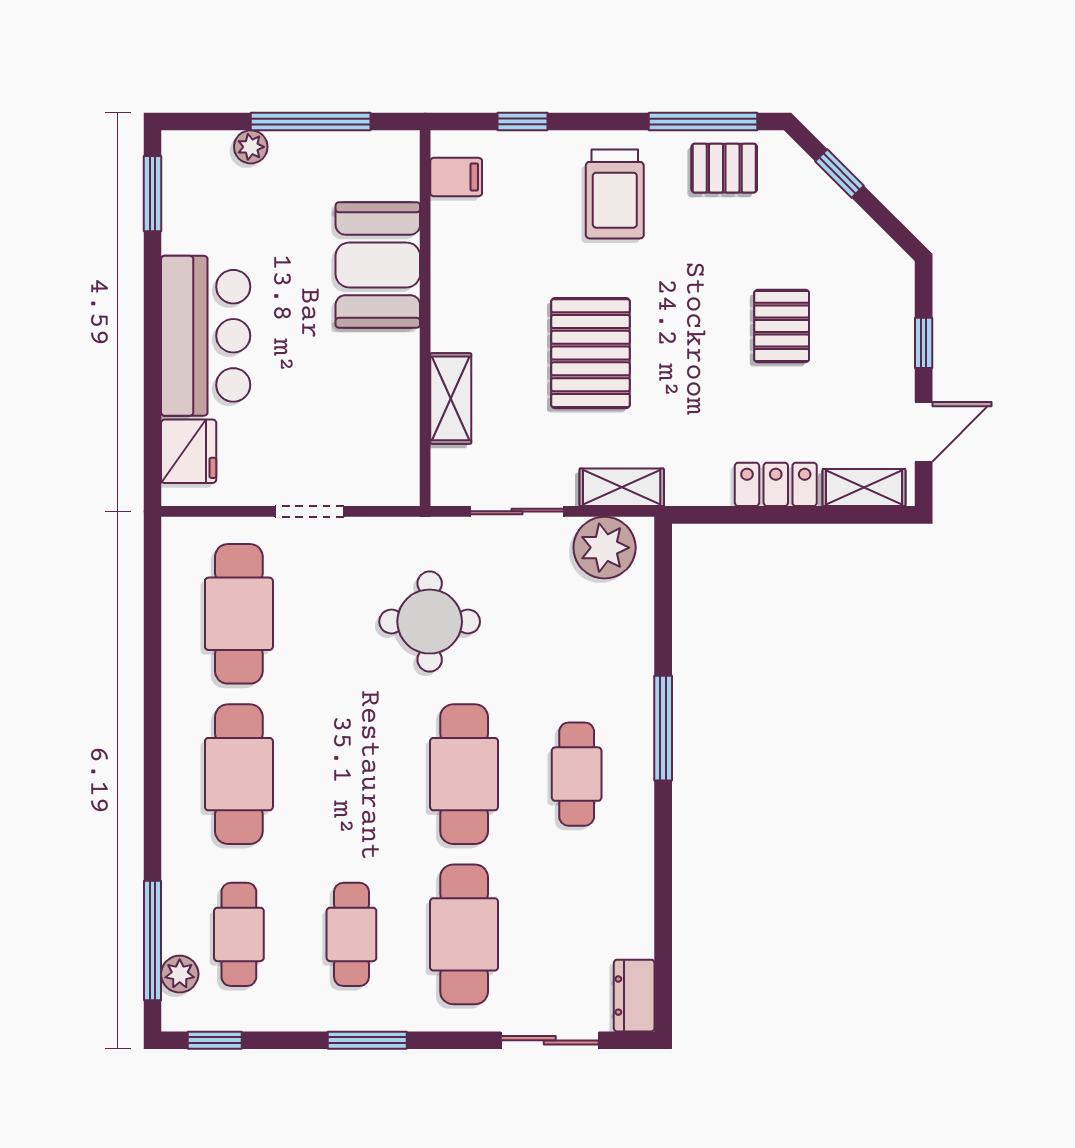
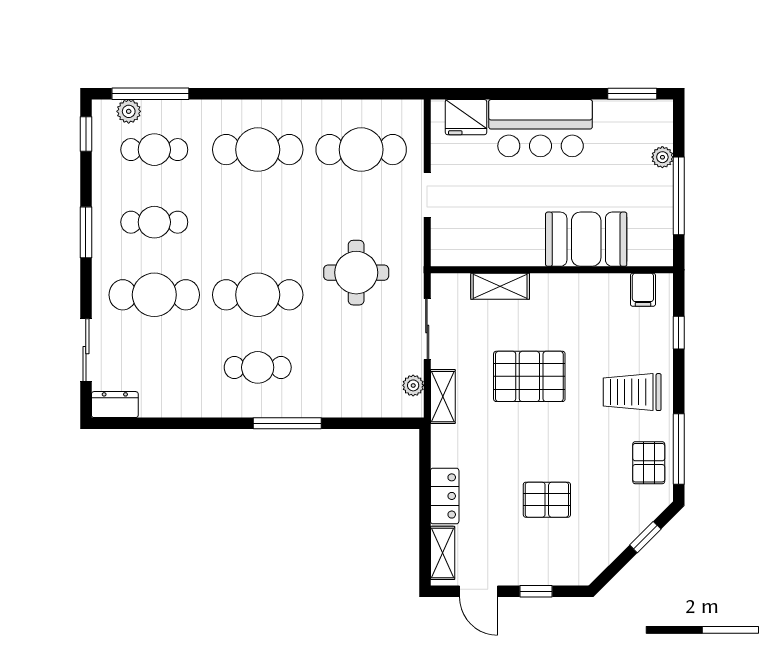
plant: (605, 548) -> (413, 385), width x0.53, depth x0.53

